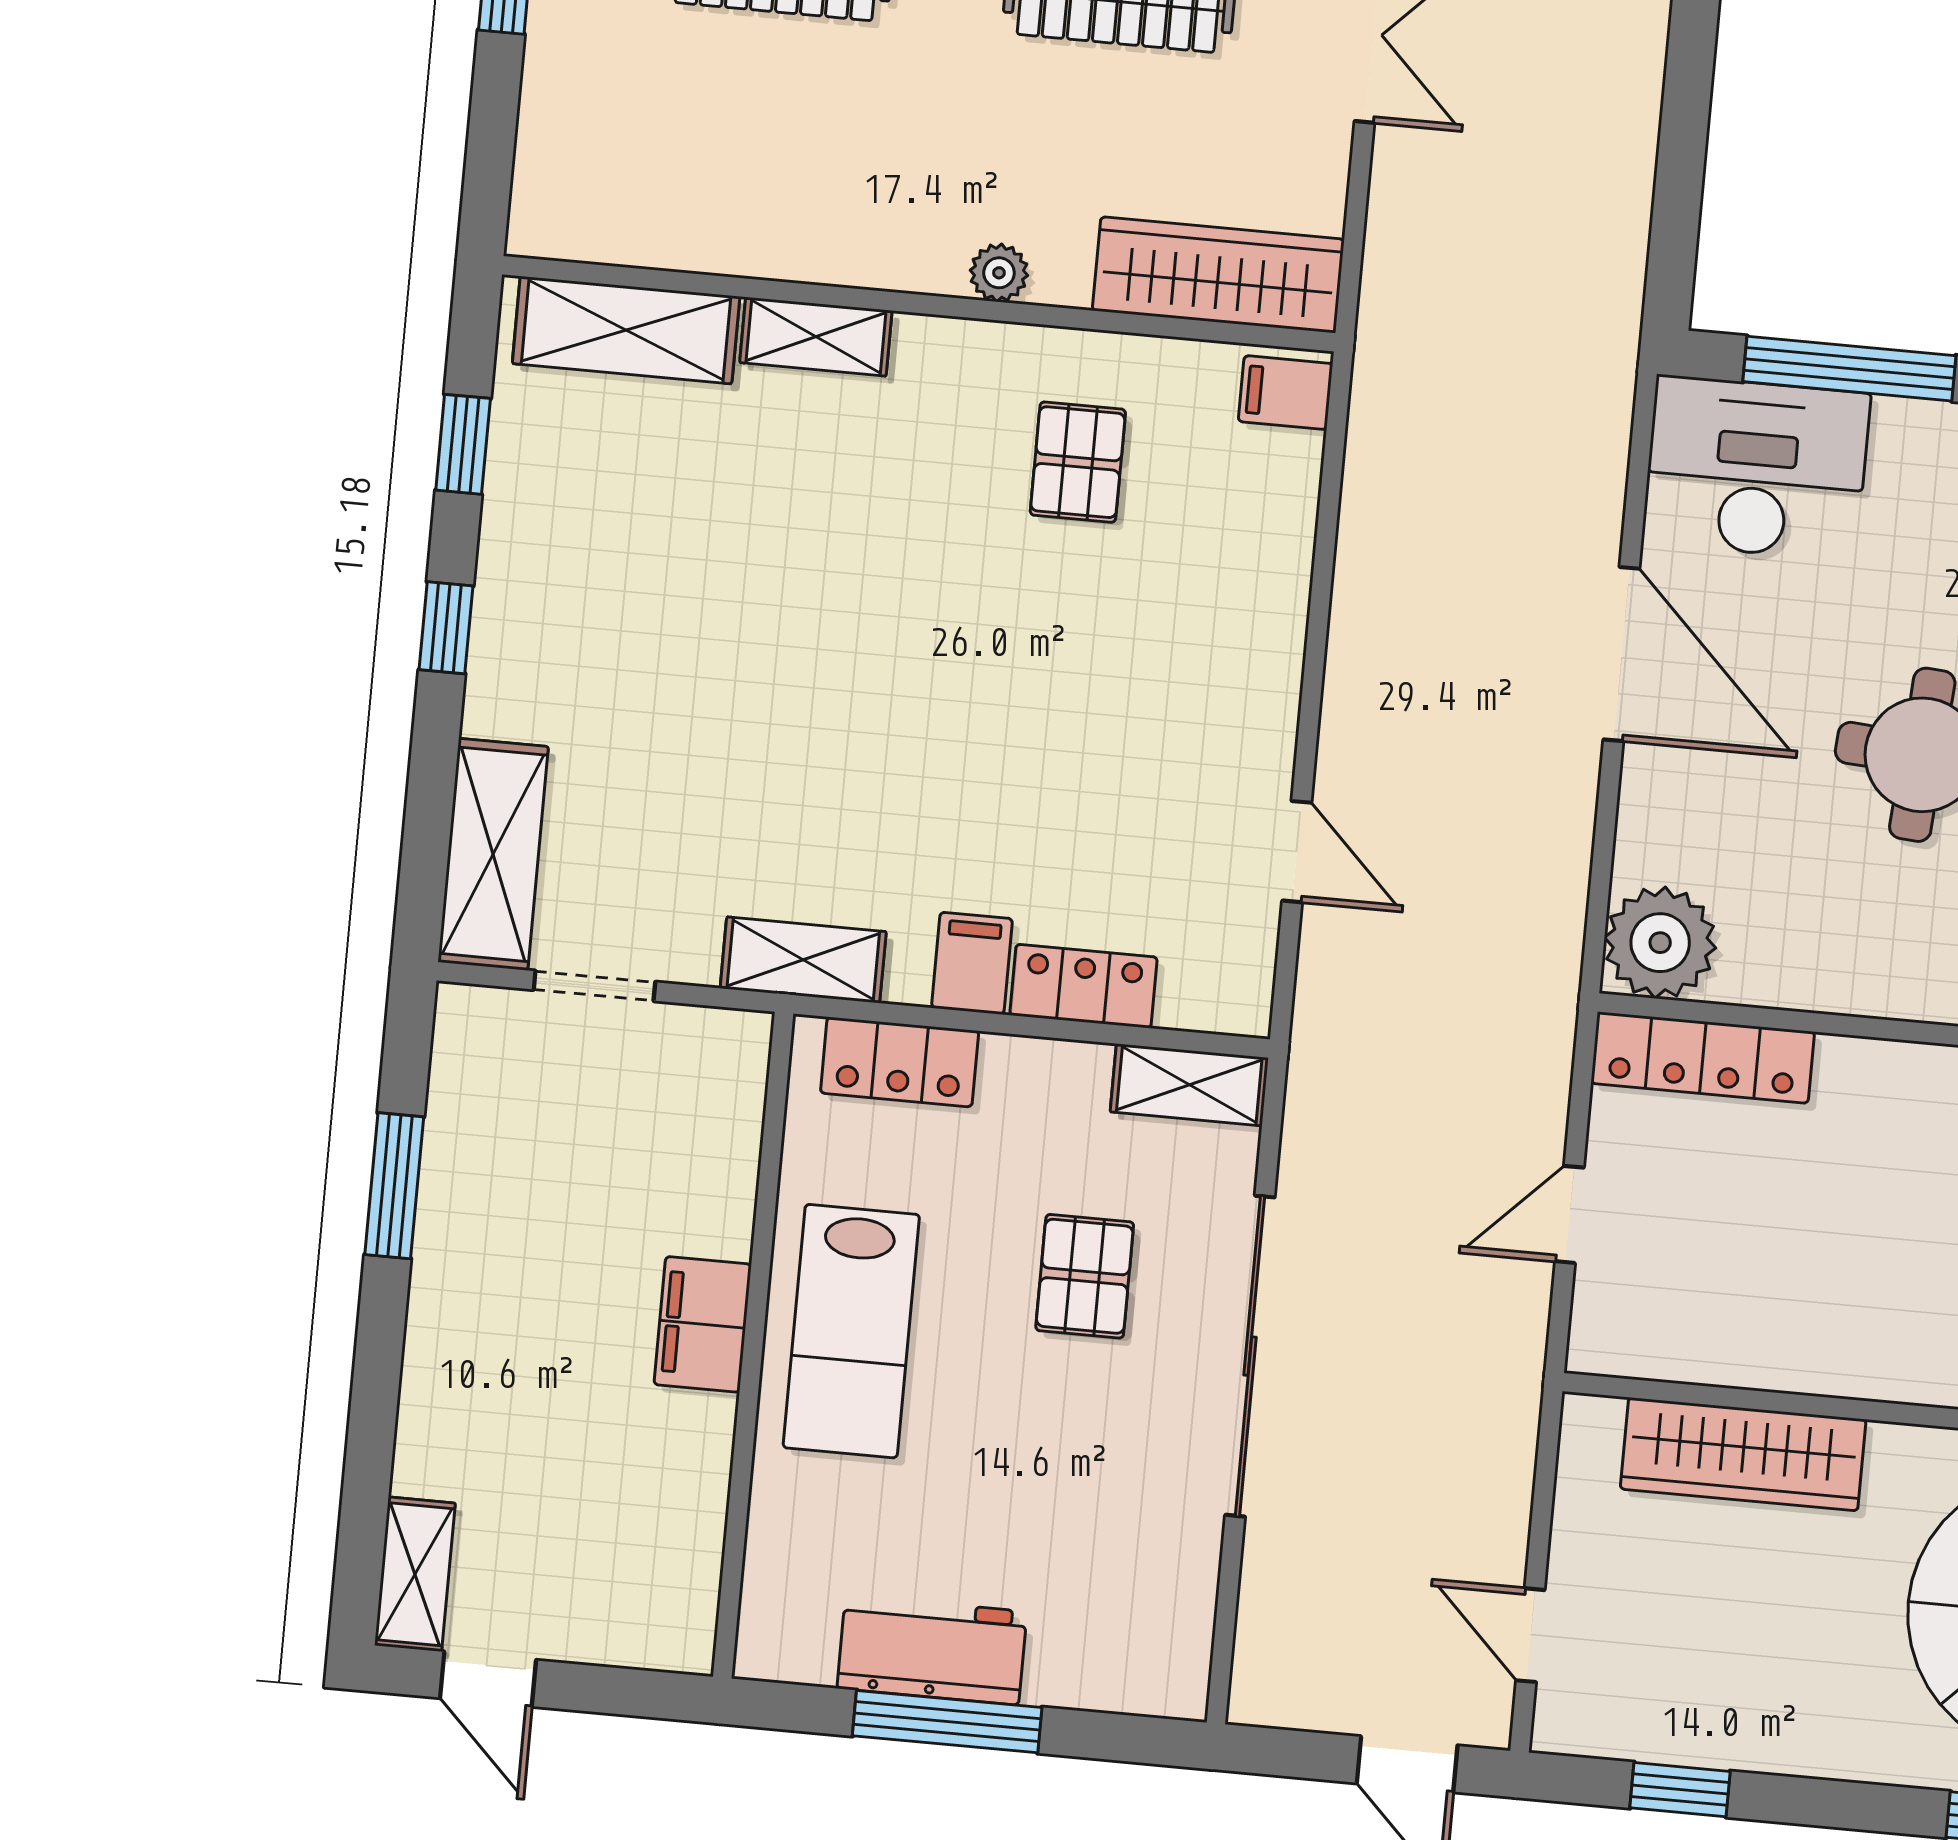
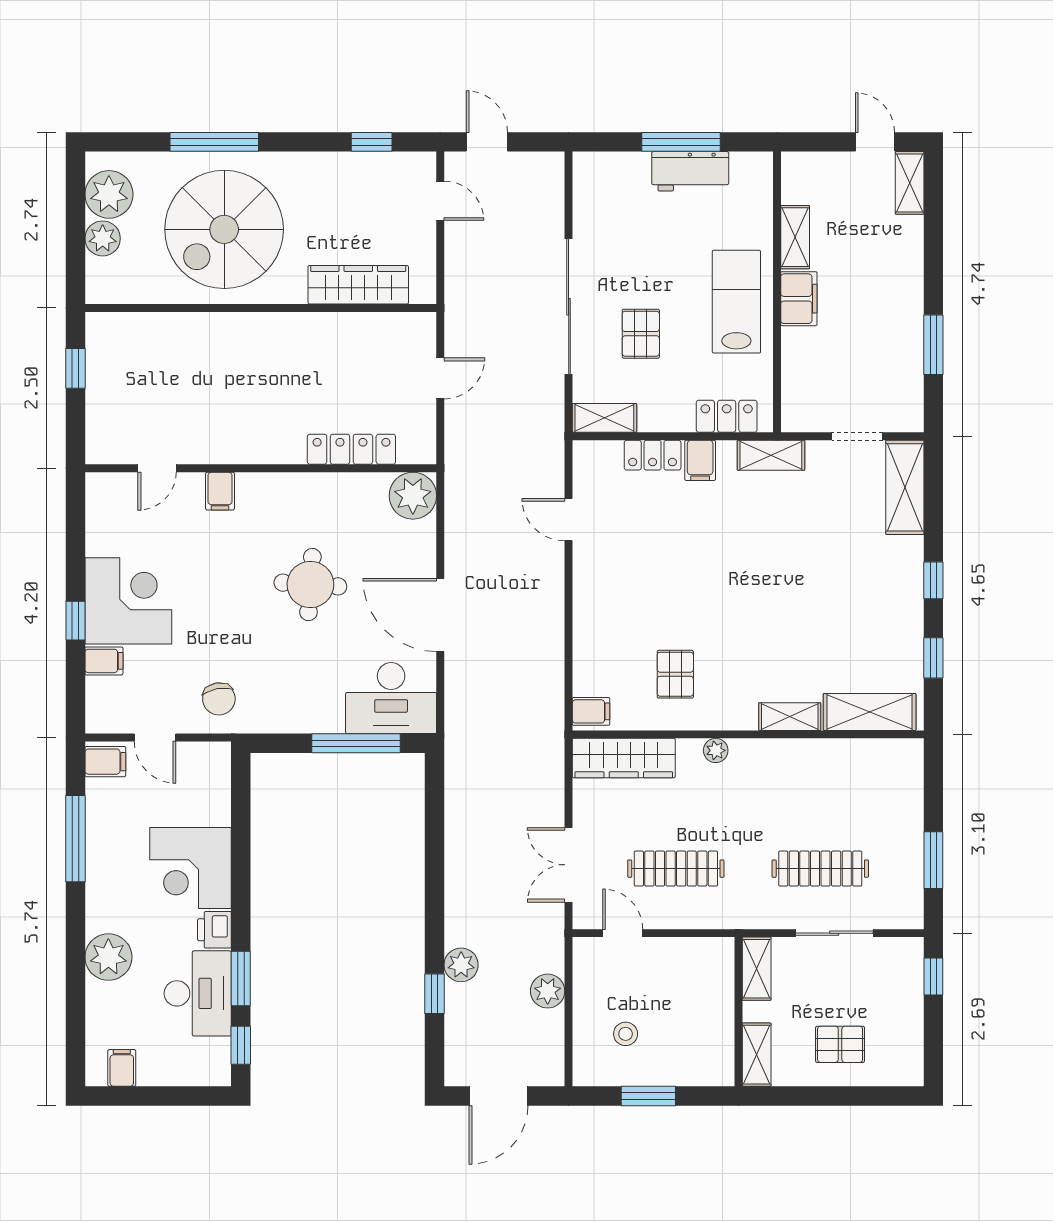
locker: (1703, 1058) -> (351, 449), moved
shelving: (698, 1471) -> (795, 237), added

